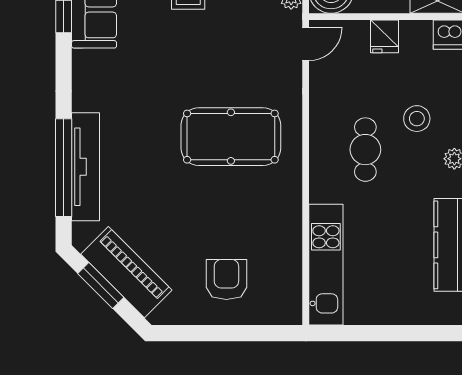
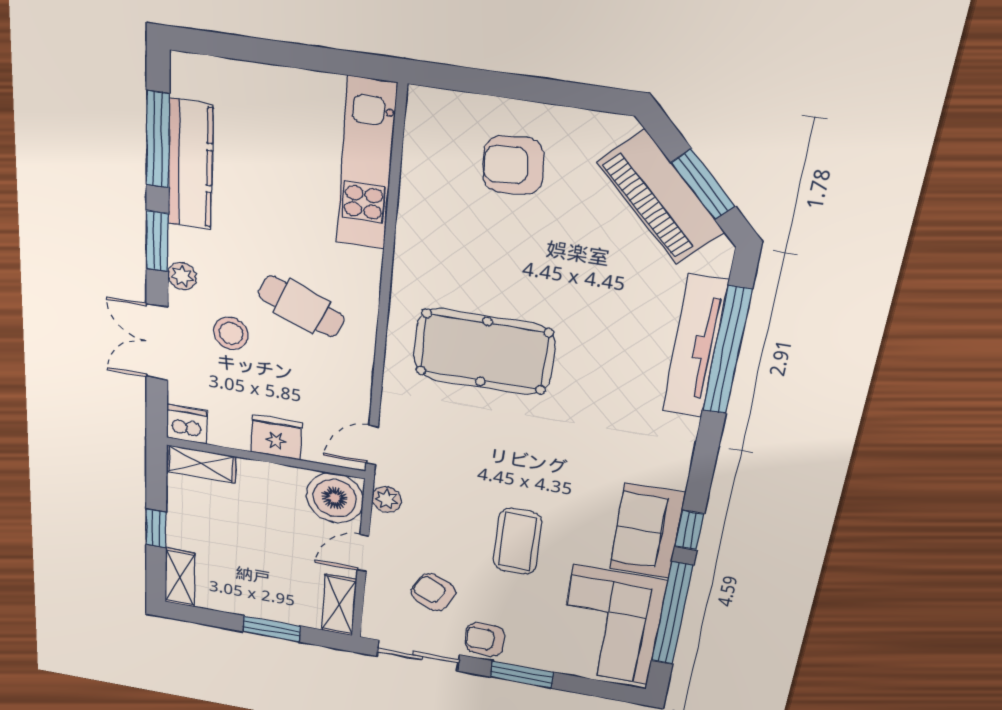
fridge: (385, 36) -> (276, 437), width x1.38
cafe table: (365, 150) -> (301, 306), turned -67
armchair: (226, 279) -> (513, 165), turned 85

